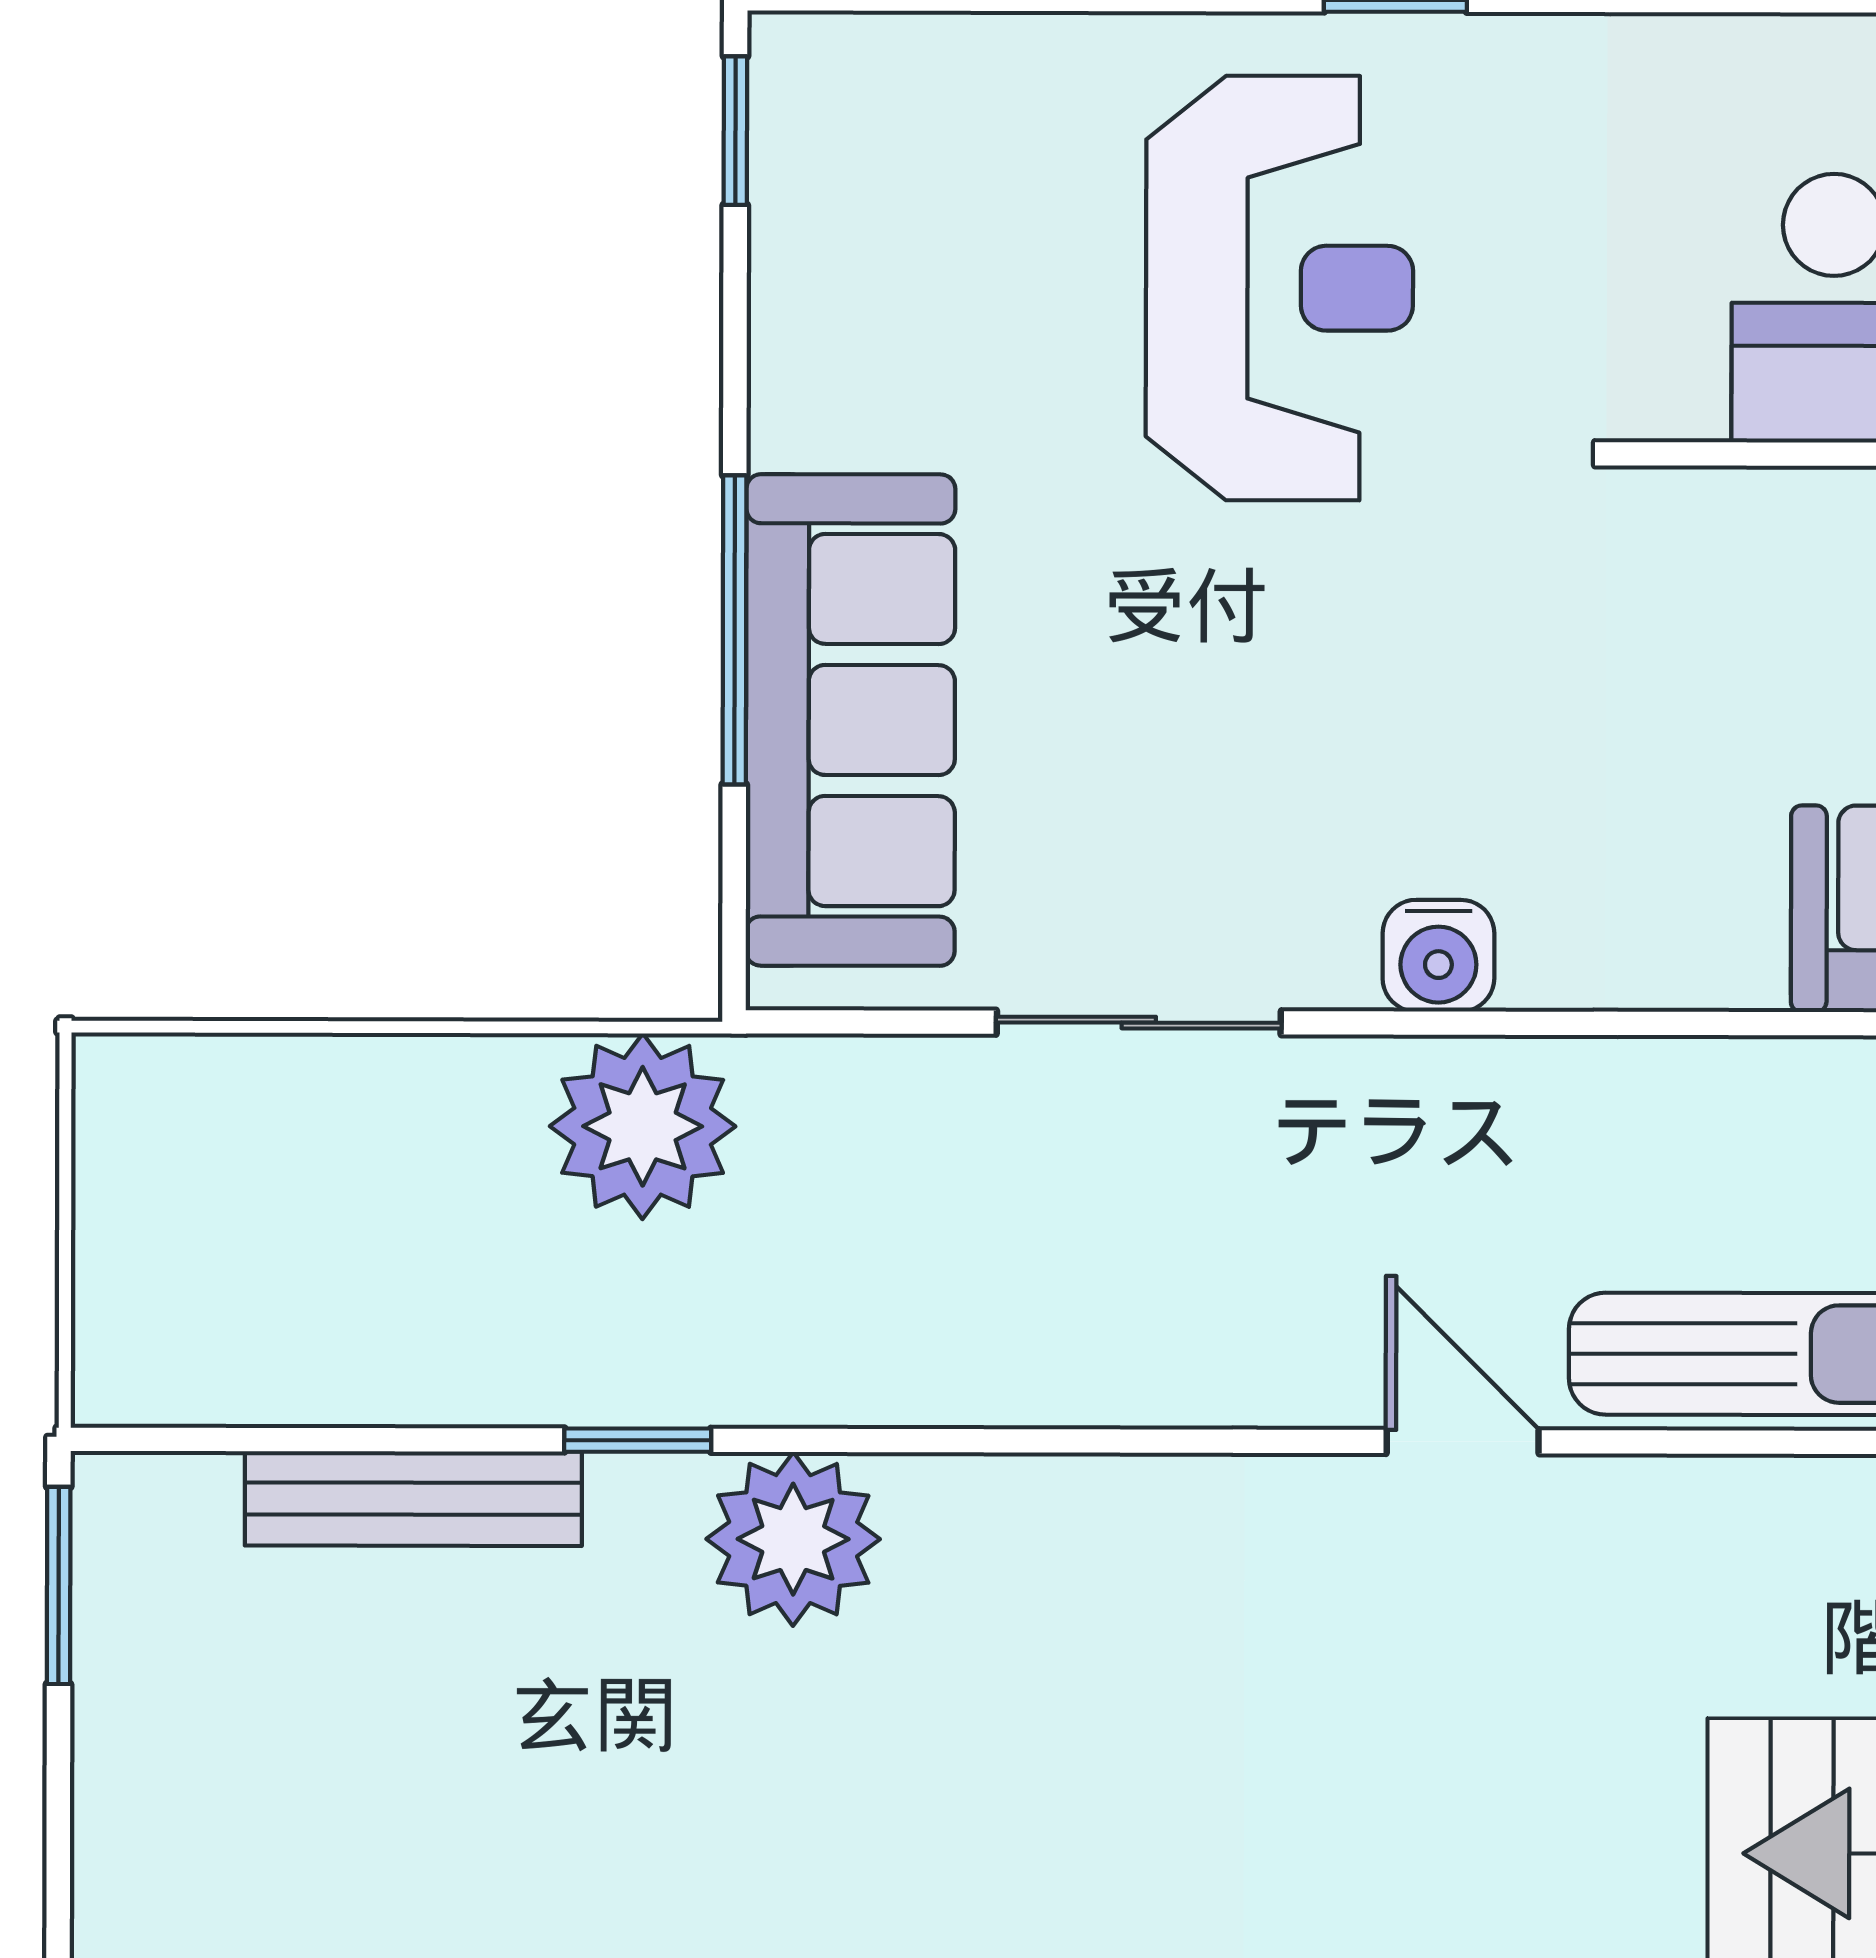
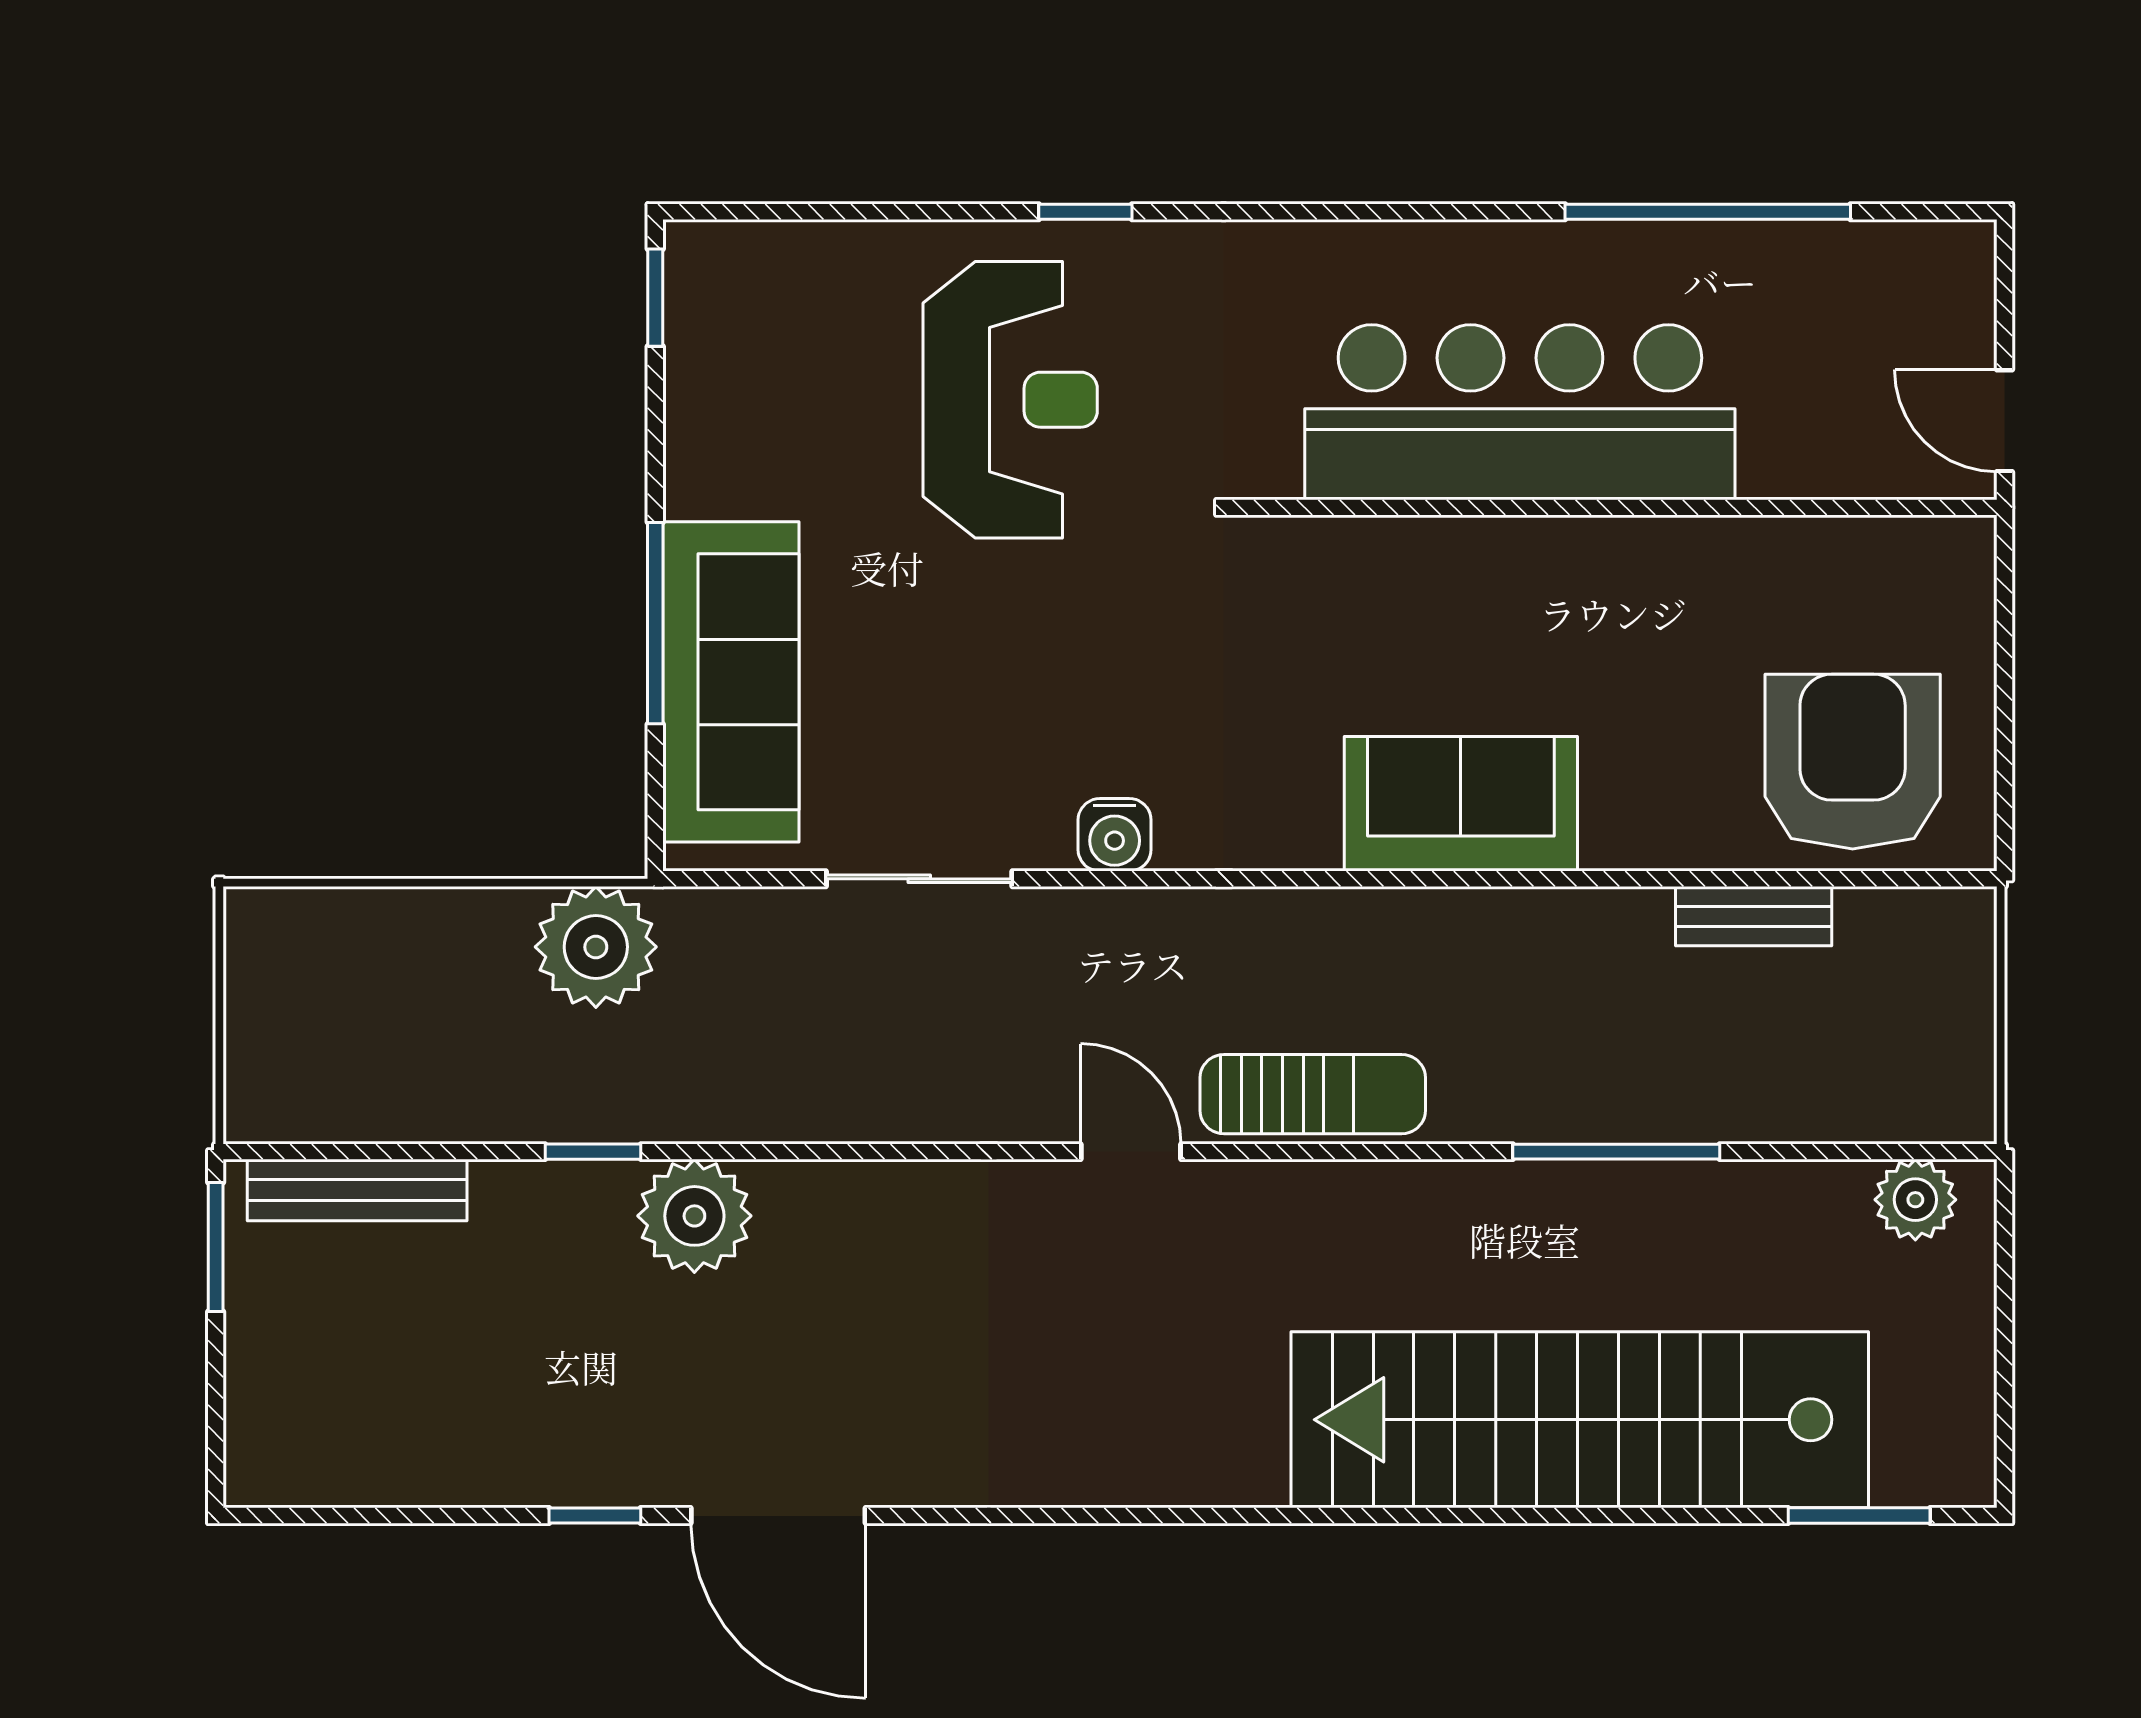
bench: (413, 1499) -> (357, 1190), moved

